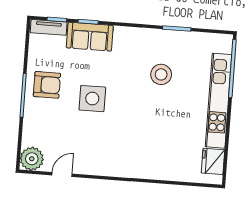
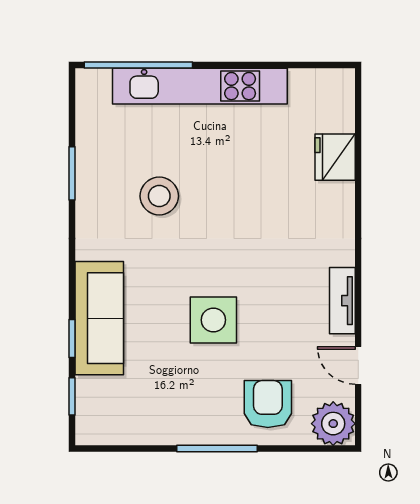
tv unit: (49, 27) -> (342, 301), moved, turned 180
sofa: (90, 37) -> (99, 318), width x1.36
armchair: (47, 85) -> (268, 404), moved
fridge: (213, 161) -> (335, 157), moved, turned 90

